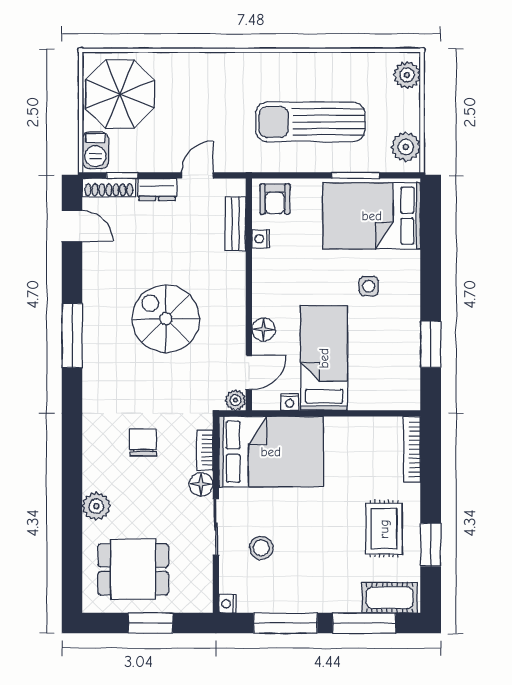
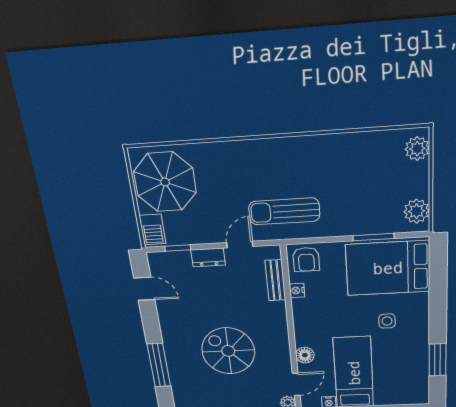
sun lounger: (310, 122) -> (284, 211), moved, width x0.73, depth x0.75
shoe rack: (109, 187) -> (169, 258), removed

